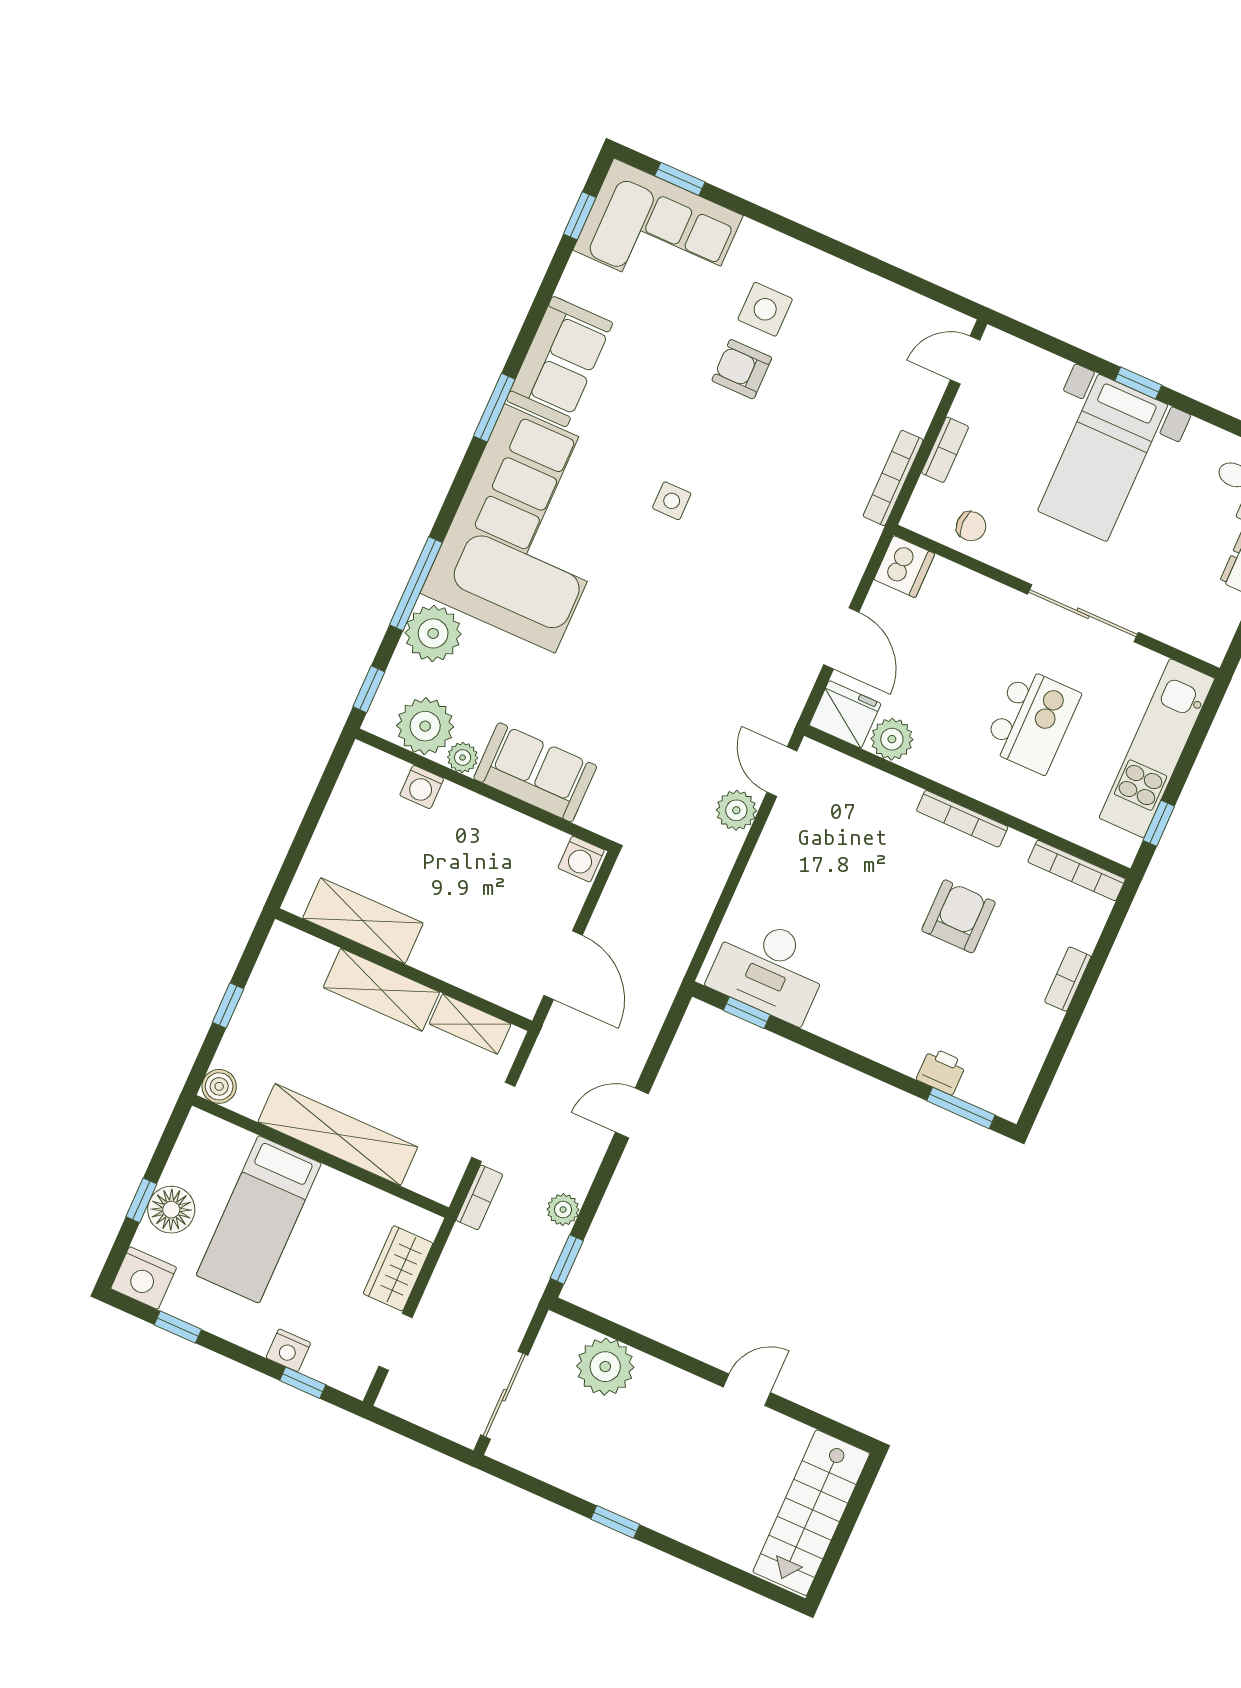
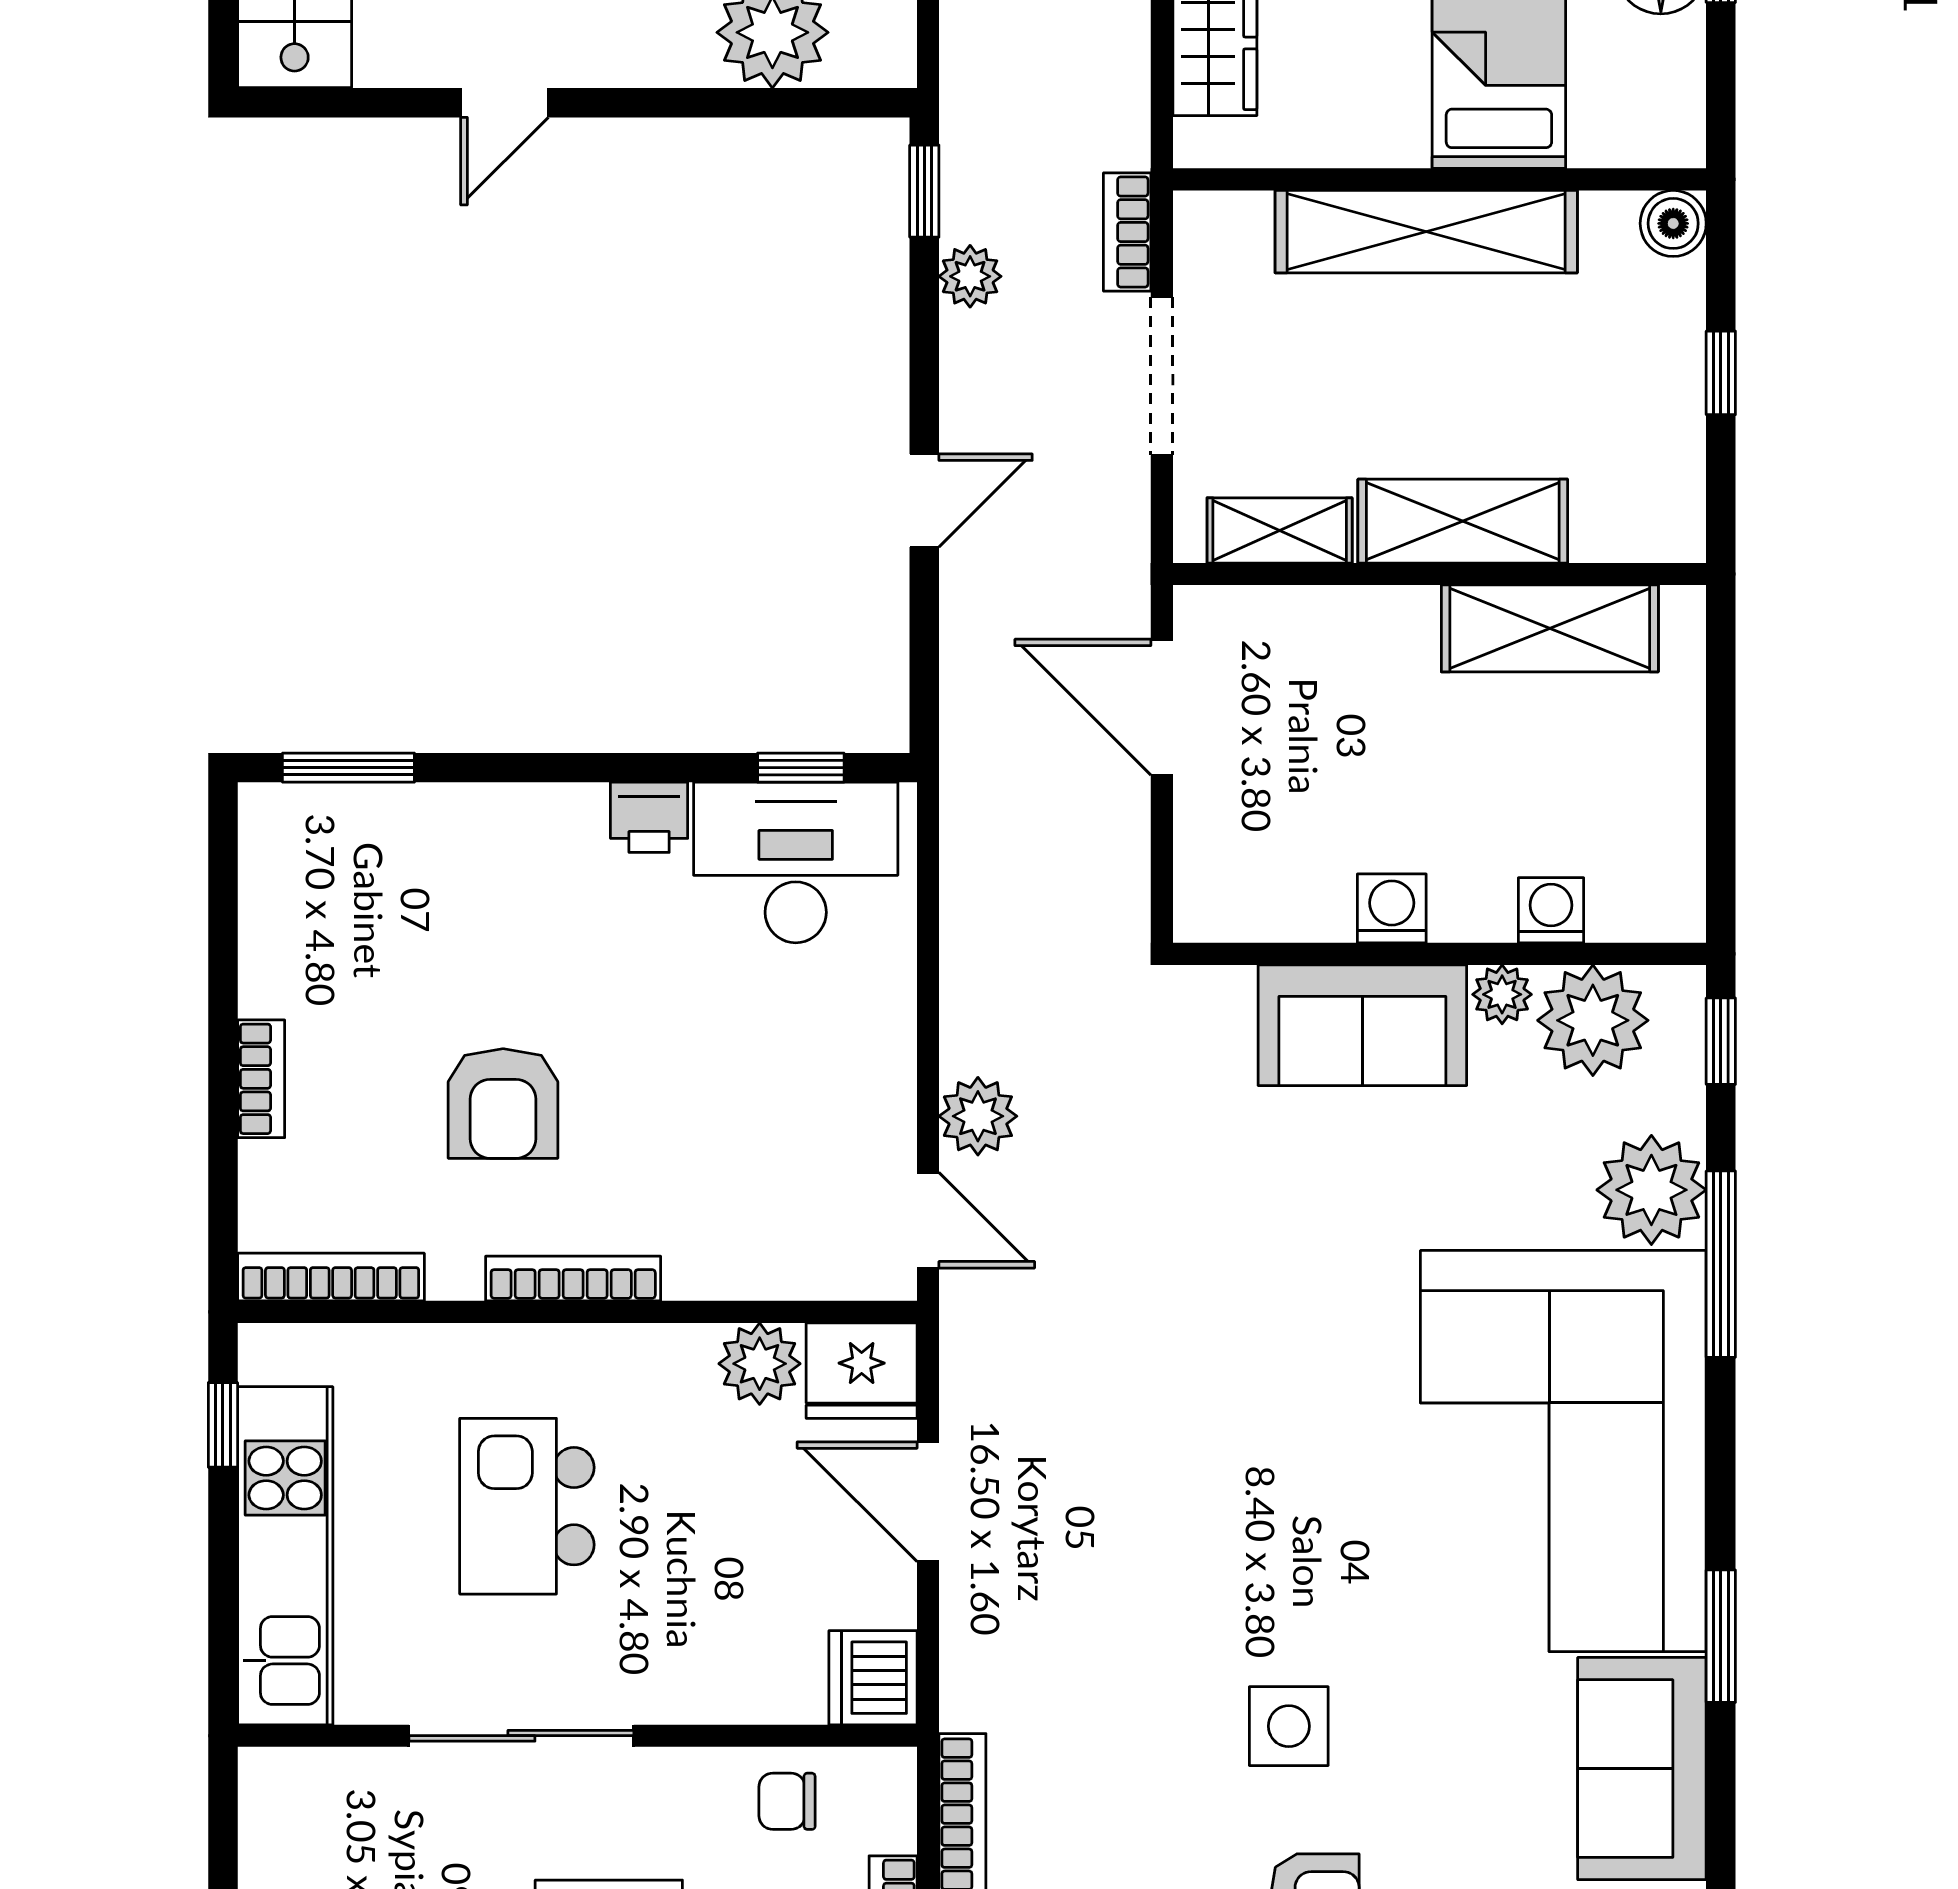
side table: (672, 501) -> (1289, 1726), moved, width x1.37, depth x1.37
washing machine: (581, 859) -> (1392, 908), moved
printer: (941, 1071) -> (649, 817), moved

